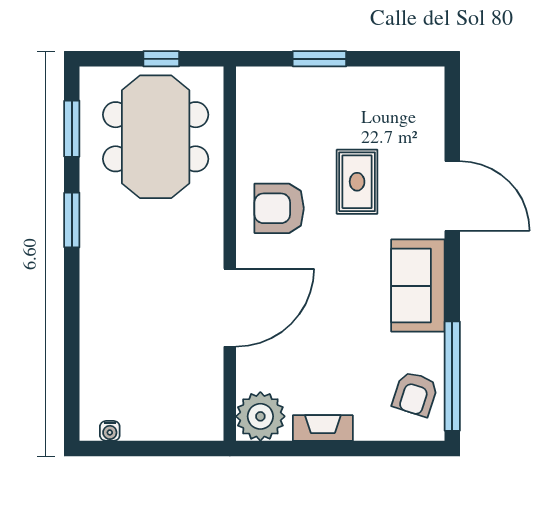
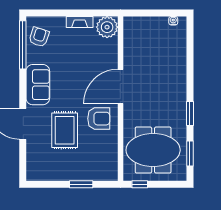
window: (161, 59) -> (140, 184), moved
meeting table: (156, 137) -> (153, 150), turned 90
rug: (357, 182) -> (65, 130), width x1.36, depth x1.43
door: (230, 308) -> (120, 86), moved

